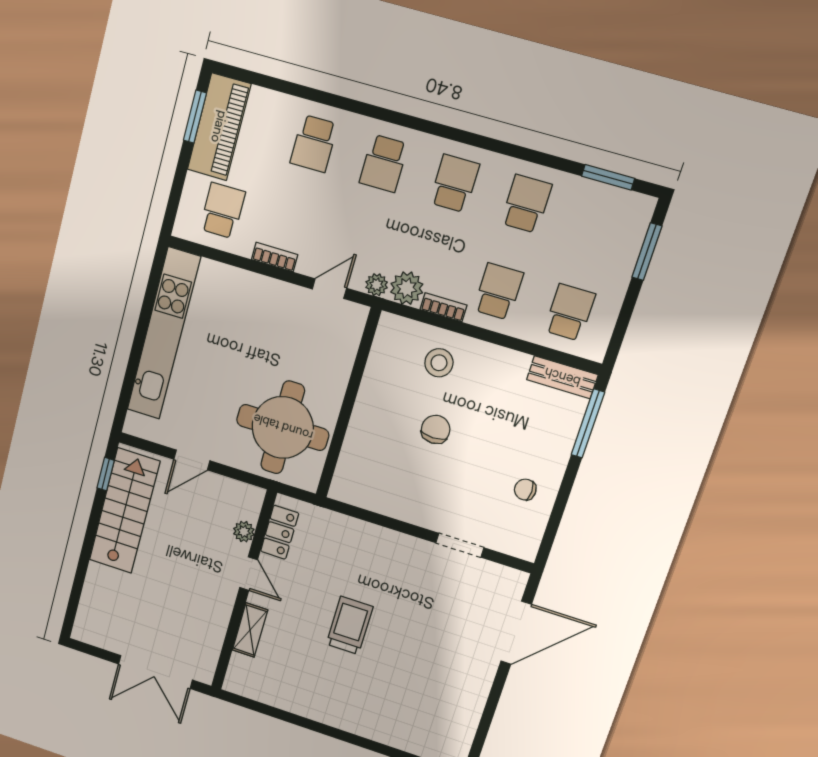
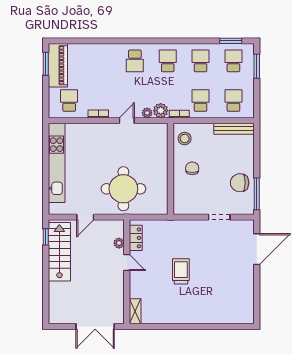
school desk: (314, 144) -> (233, 61), moved, turned 180
bench: (562, 377) -> (234, 129), width x1.36
wall: (348, 404) -> (171, 169), moved
window: (588, 424) -> (257, 194), moved
chair: (525, 490) -> (240, 183), width x1.87, depth x1.87
shelving: (250, 630) -> (135, 311), moved

